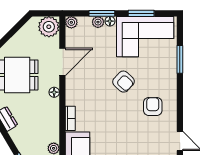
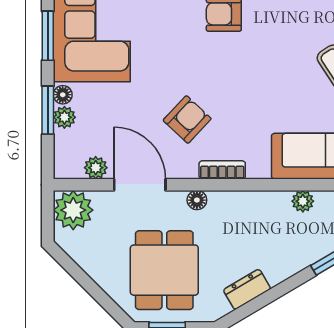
plant: (71, 22) -> (96, 168), moved
armchair: (123, 82) -> (187, 119), moved
bookcase: (70, 118) -> (222, 170), moved

